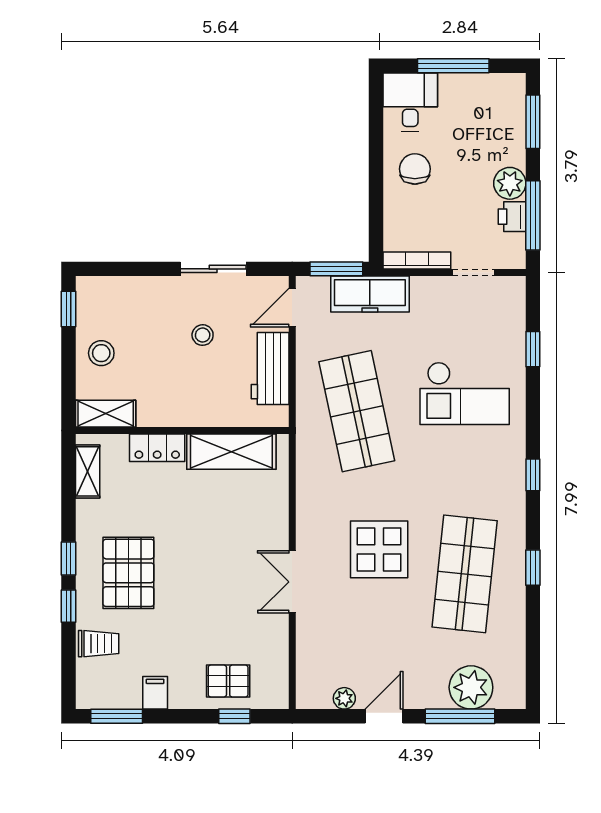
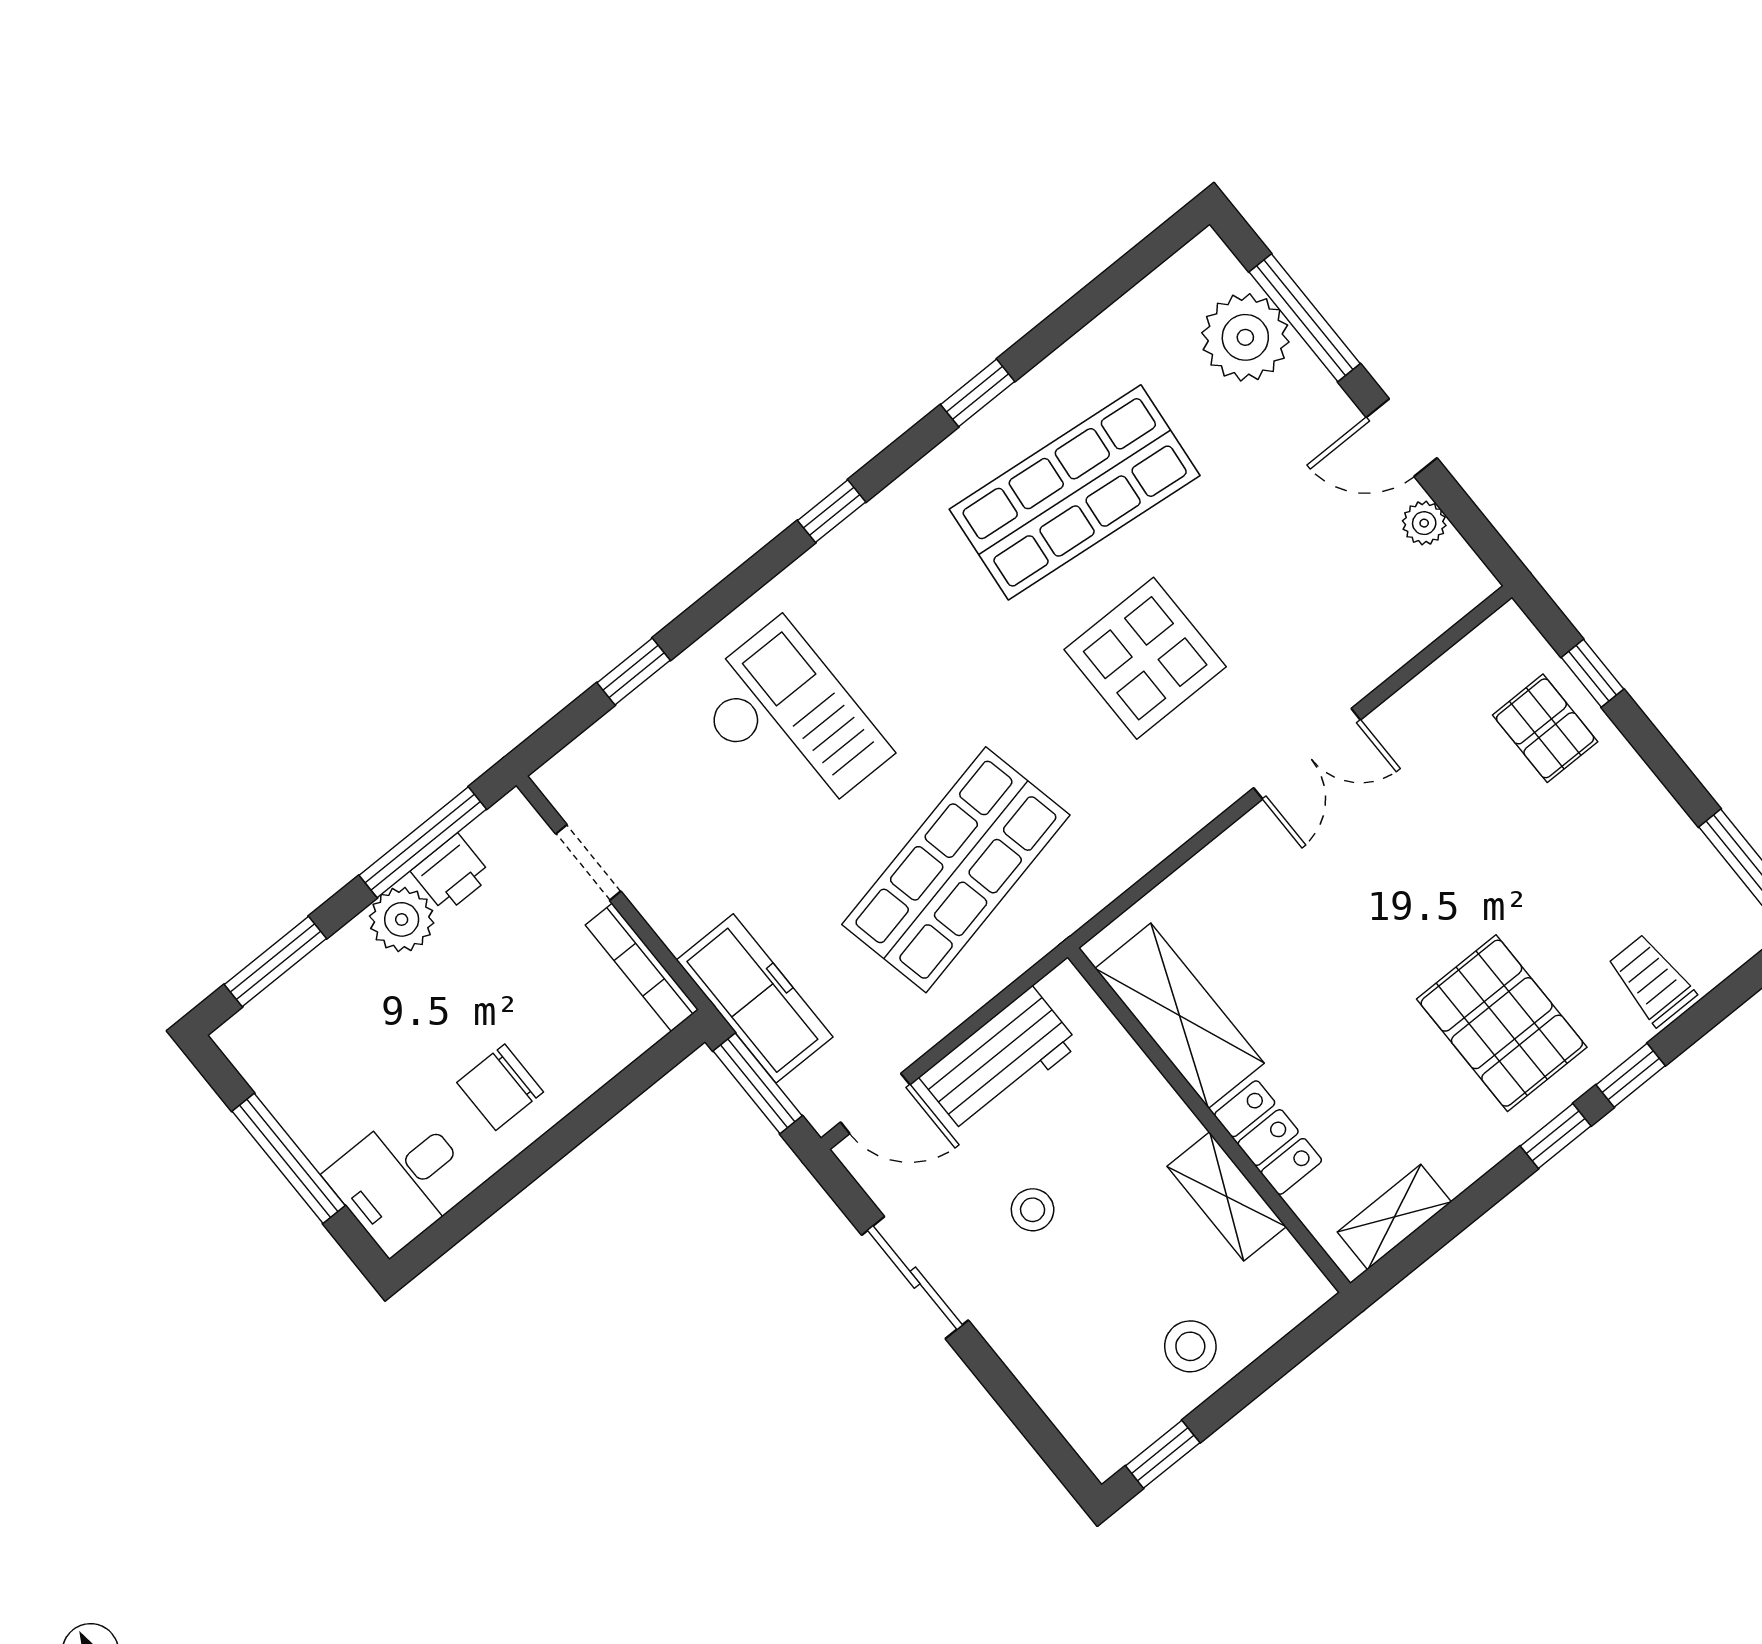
shelving: (106, 414) -> (1227, 1196), moved
pallet: (128, 573) -> (1502, 1023), turned 90
filing cabinet: (155, 693) -> (1657, 828), removed

